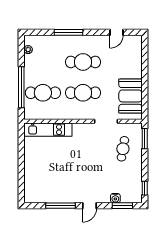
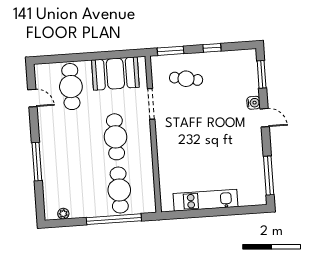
cafe table: (83, 62) -> (71, 87), moved
kitchen unit: (48, 130) -> (206, 200), moved, turned -90
window: (145, 188) -> (212, 48), moved
water cooler: (115, 198) -> (254, 103), moved
window: (60, 206) -> (269, 176), moved

